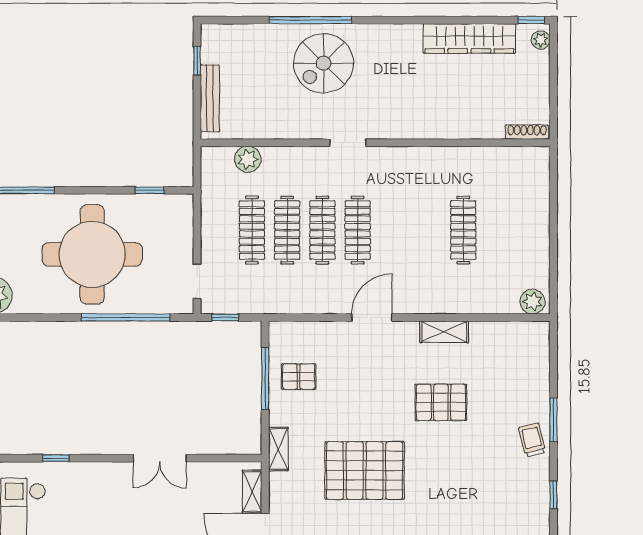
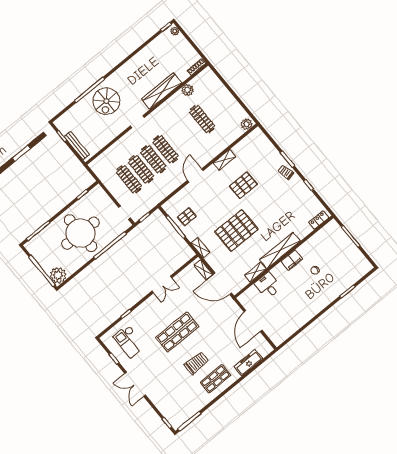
wardrobe: (469, 38) -> (162, 91), moved, turned 180
plant: (248, 159) -> (188, 90), moved

